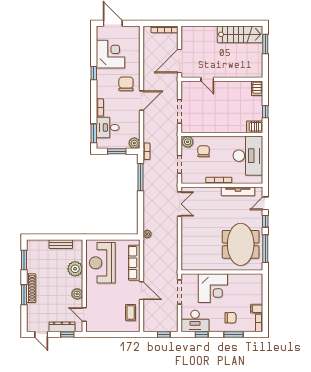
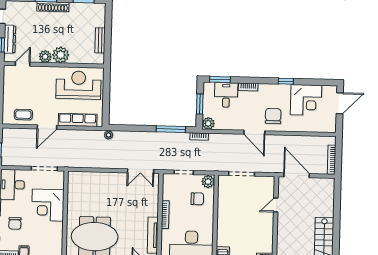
chair: (126, 84) -> (273, 116), turned -90
plant: (75, 269) -> (61, 55), moved

